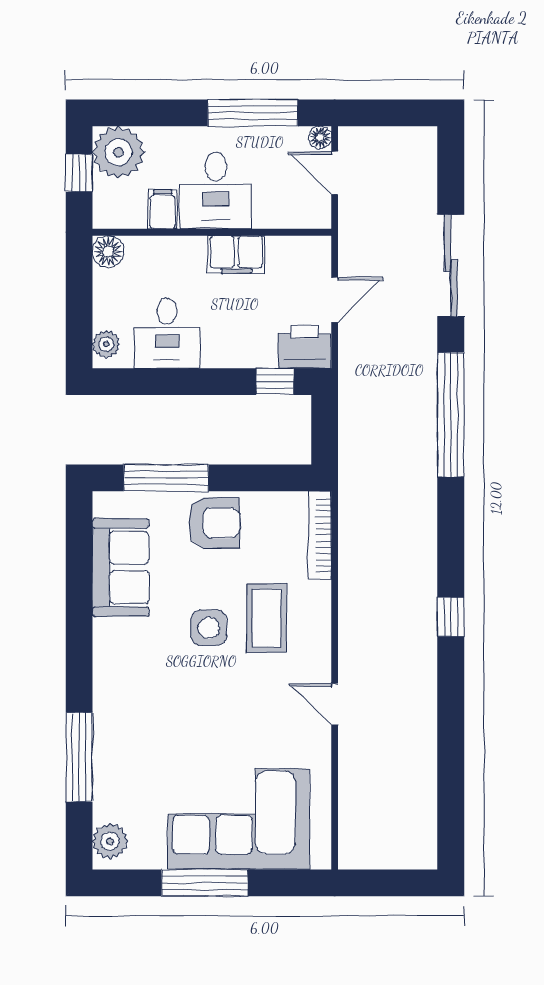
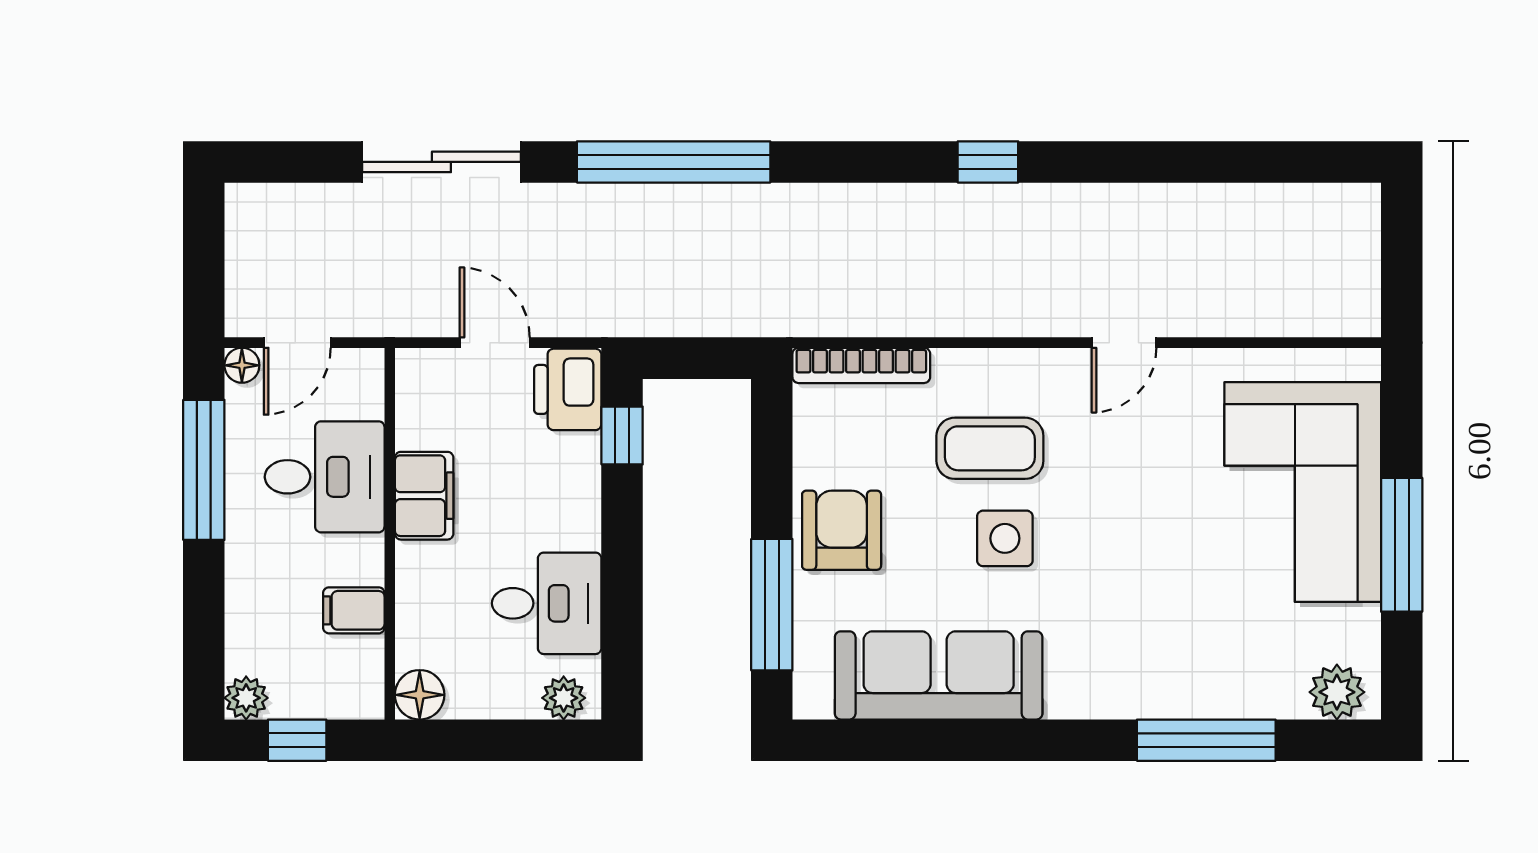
plant: (118, 152) -> (246, 698), width x0.53, depth x0.53
desk: (216, 190) -> (325, 477), moved
sofa: (121, 567) -> (939, 675), width x1.36

